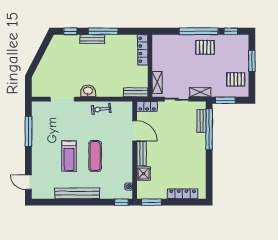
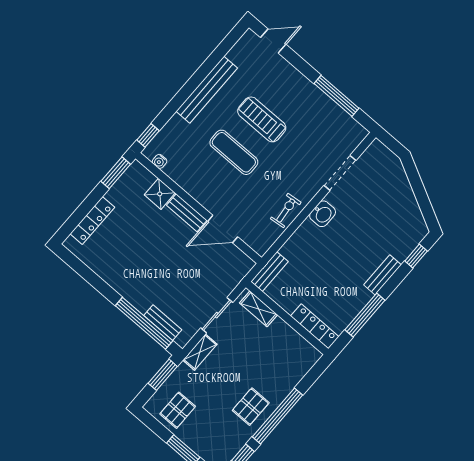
window: (103, 31) -> (365, 315), moved
locker: (147, 106) -> (240, 270), removed

